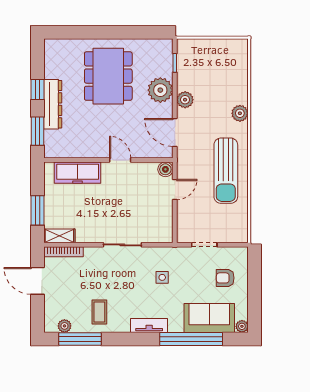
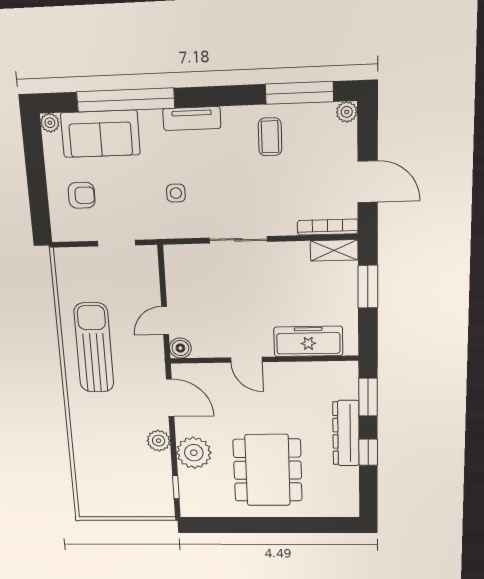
plant: (240, 113) -> (81, 424), removed
plant: (64, 326) -> (347, 112), moved

